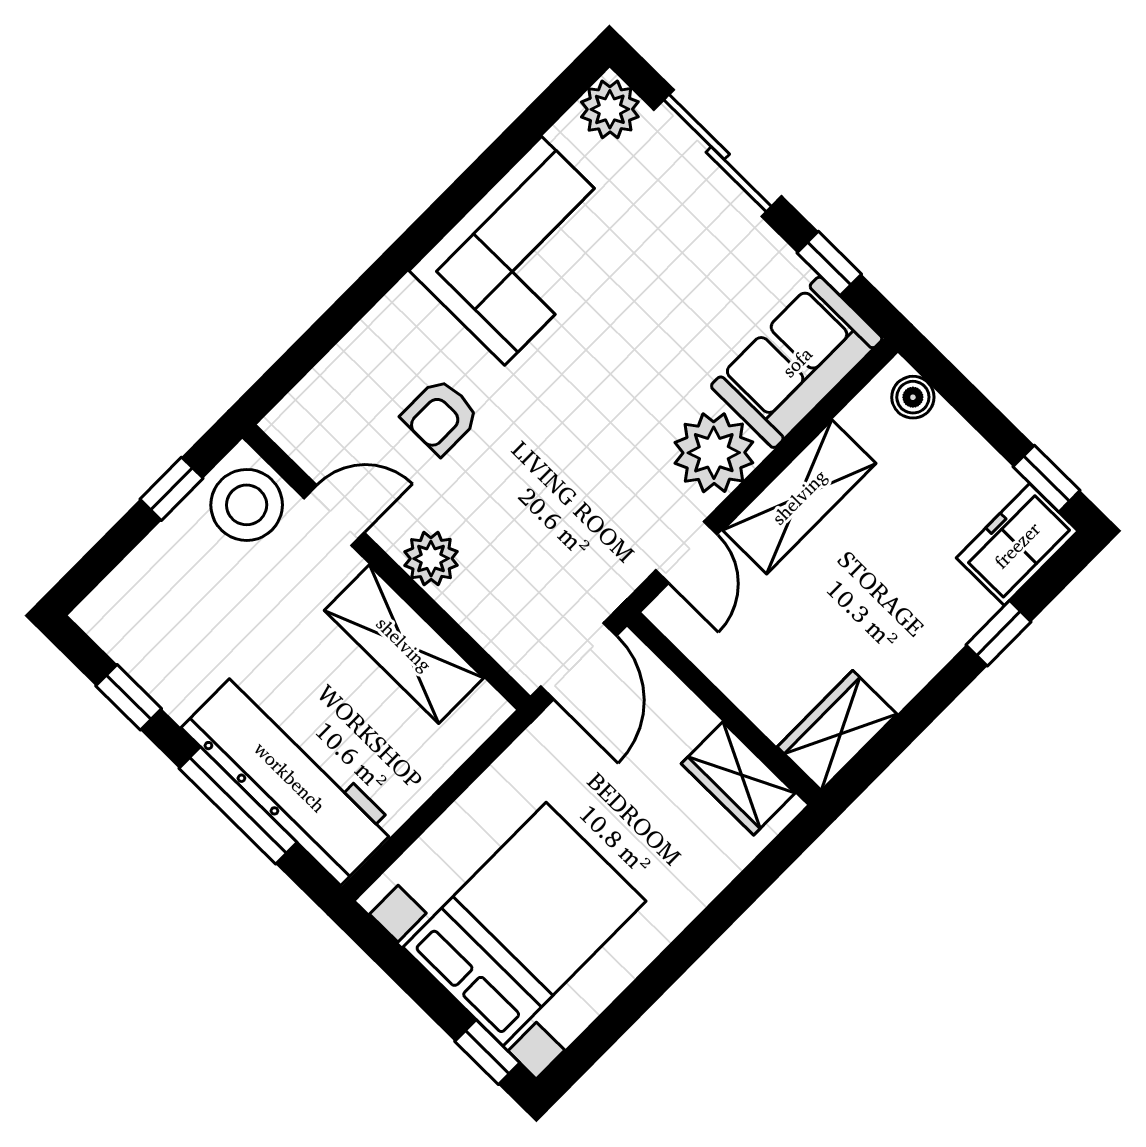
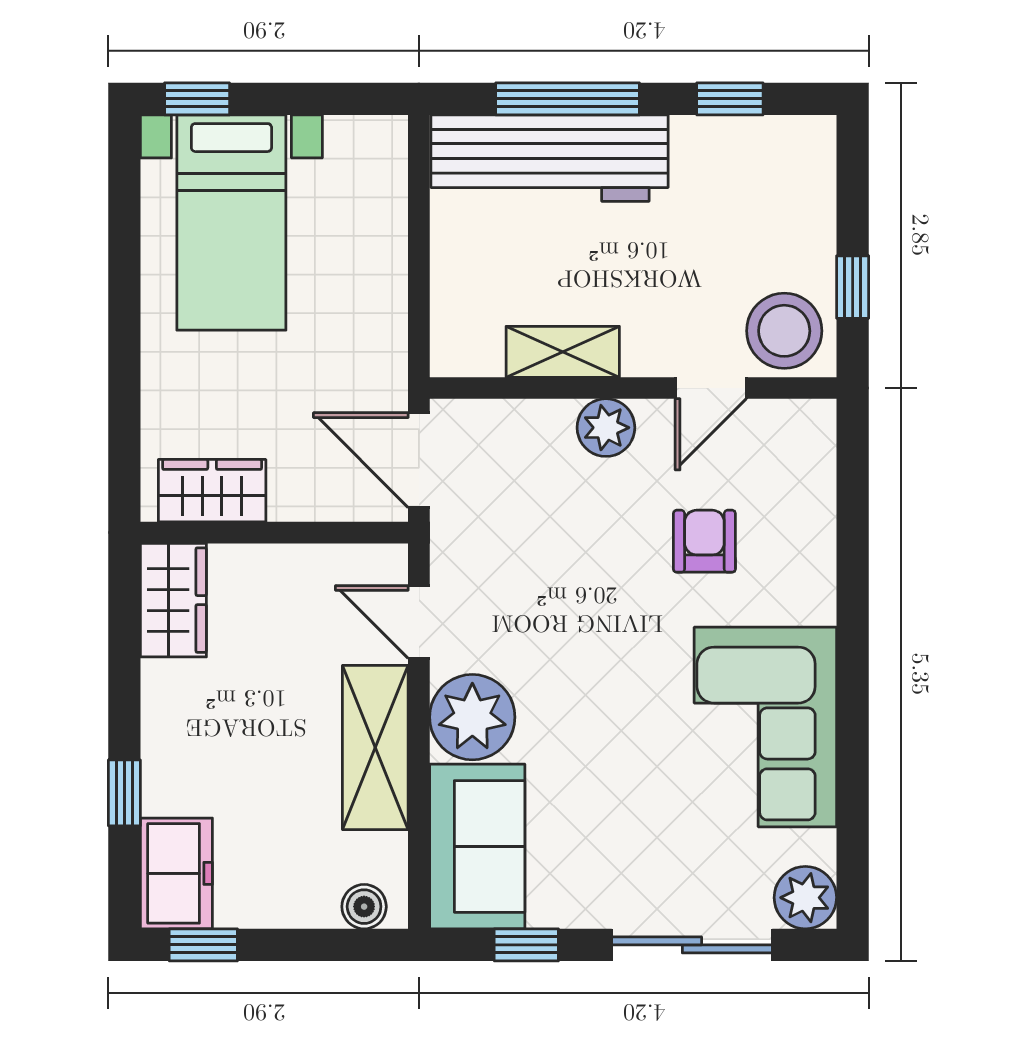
shelving: (404, 644) -> (563, 352), width x0.67, depth x0.75
bed with nightstands: (524, 924) -> (231, 223), width x0.73

